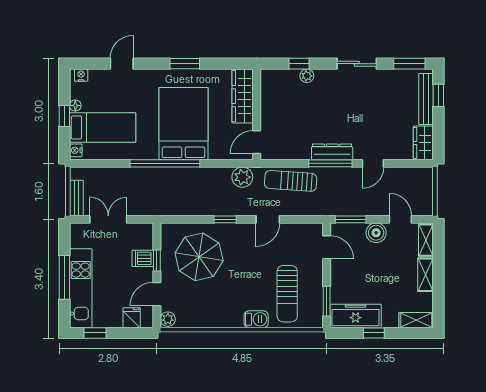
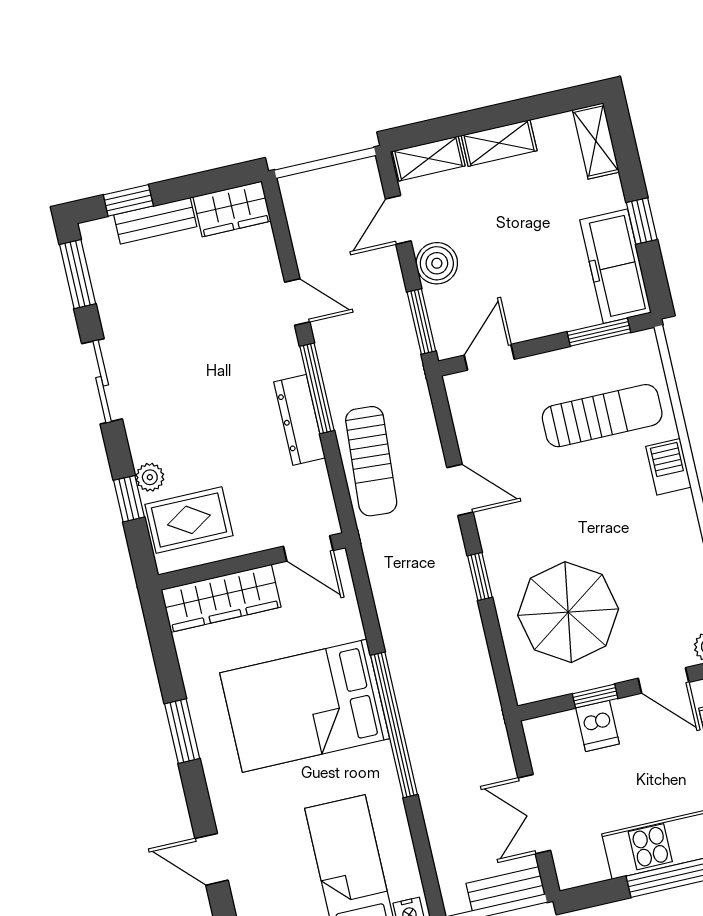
rug: (283, 89) -> (189, 520), added
bench: (426, 99) -> (155, 221), width x0.73
dresser: (332, 152) -> (300, 420), moved
plant: (242, 177) -> (386, 561), removed

